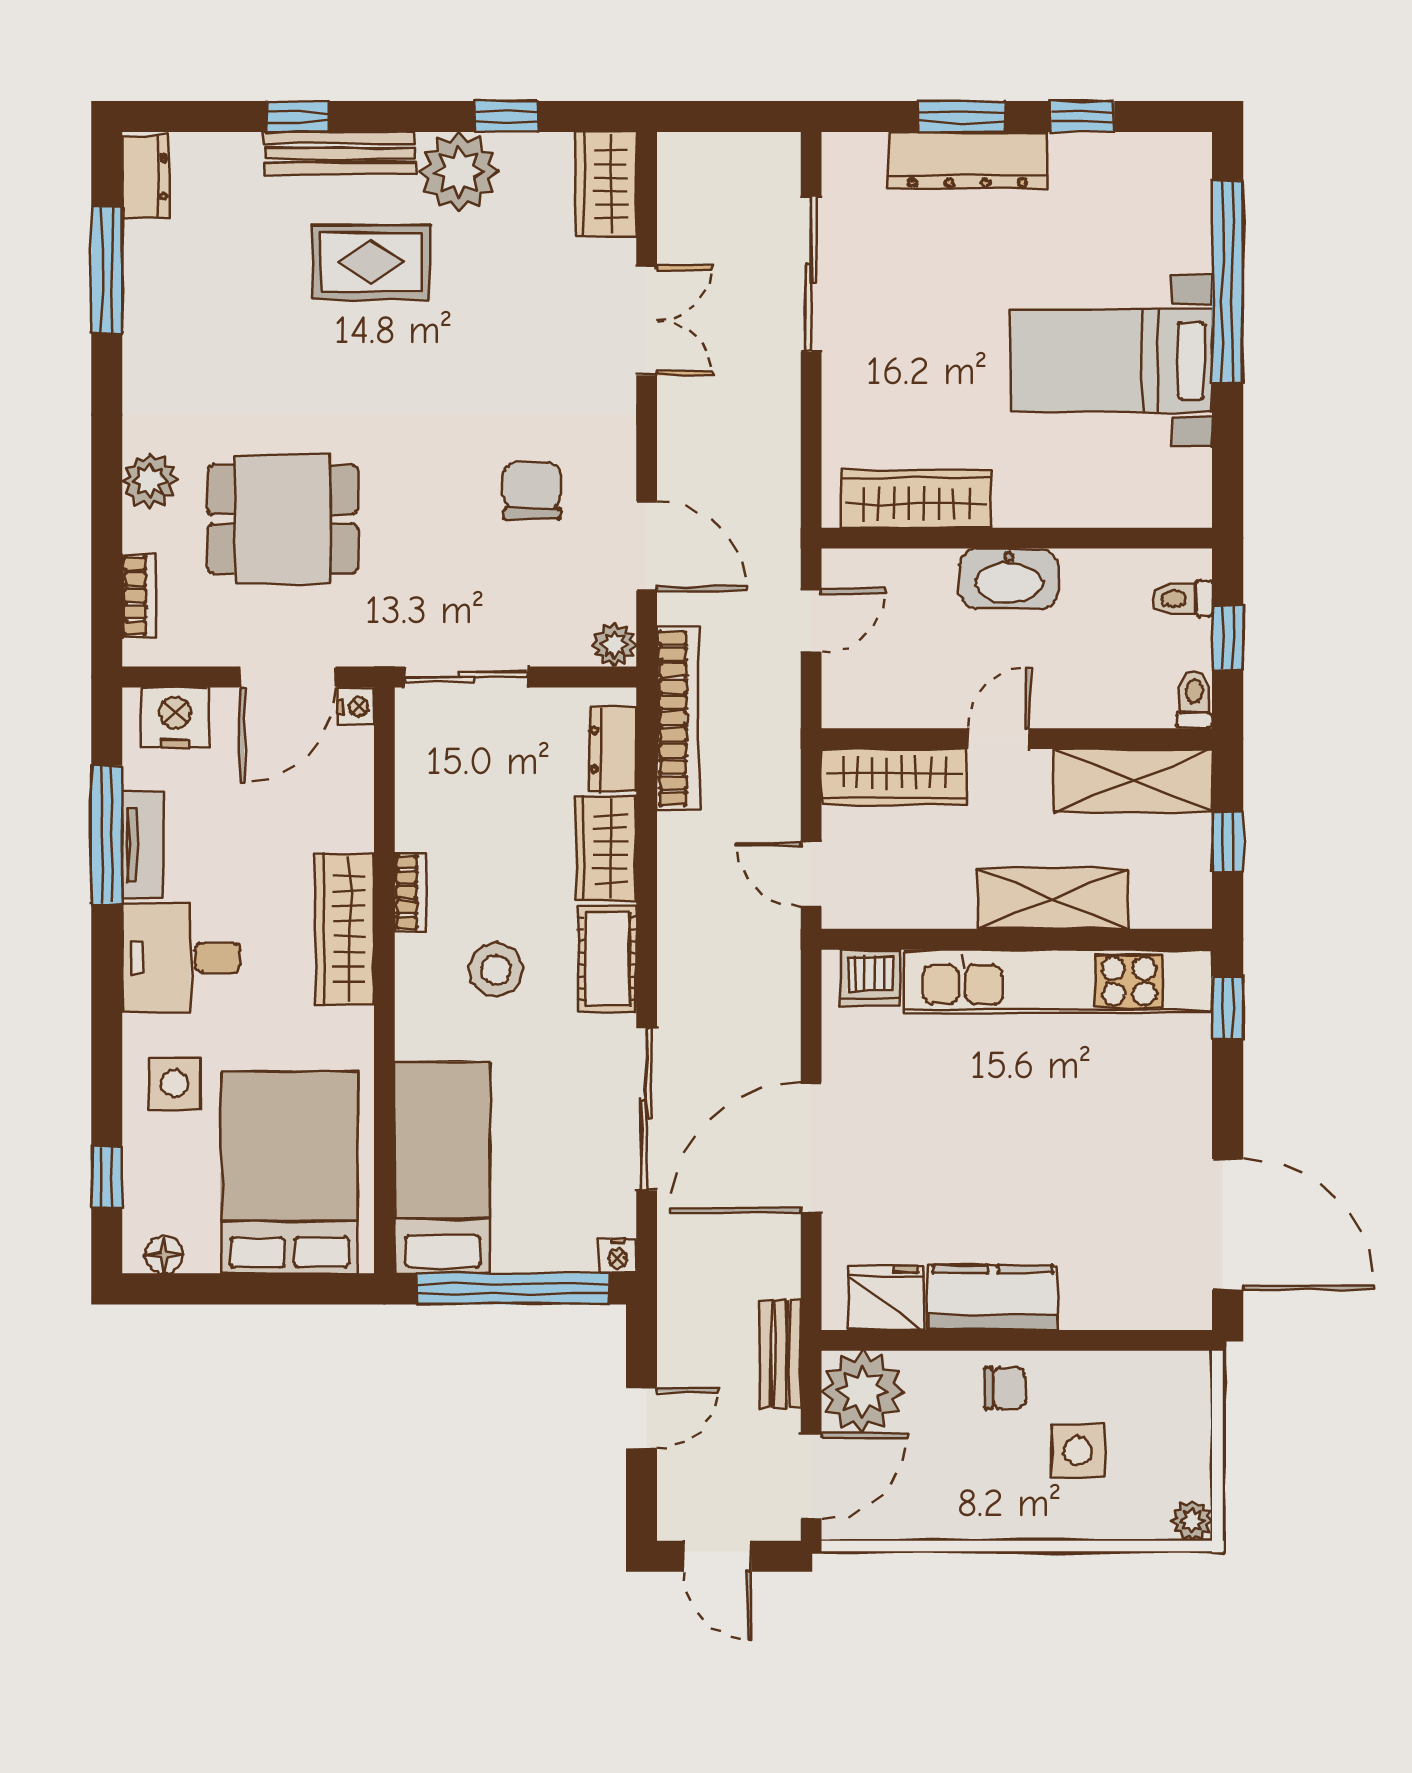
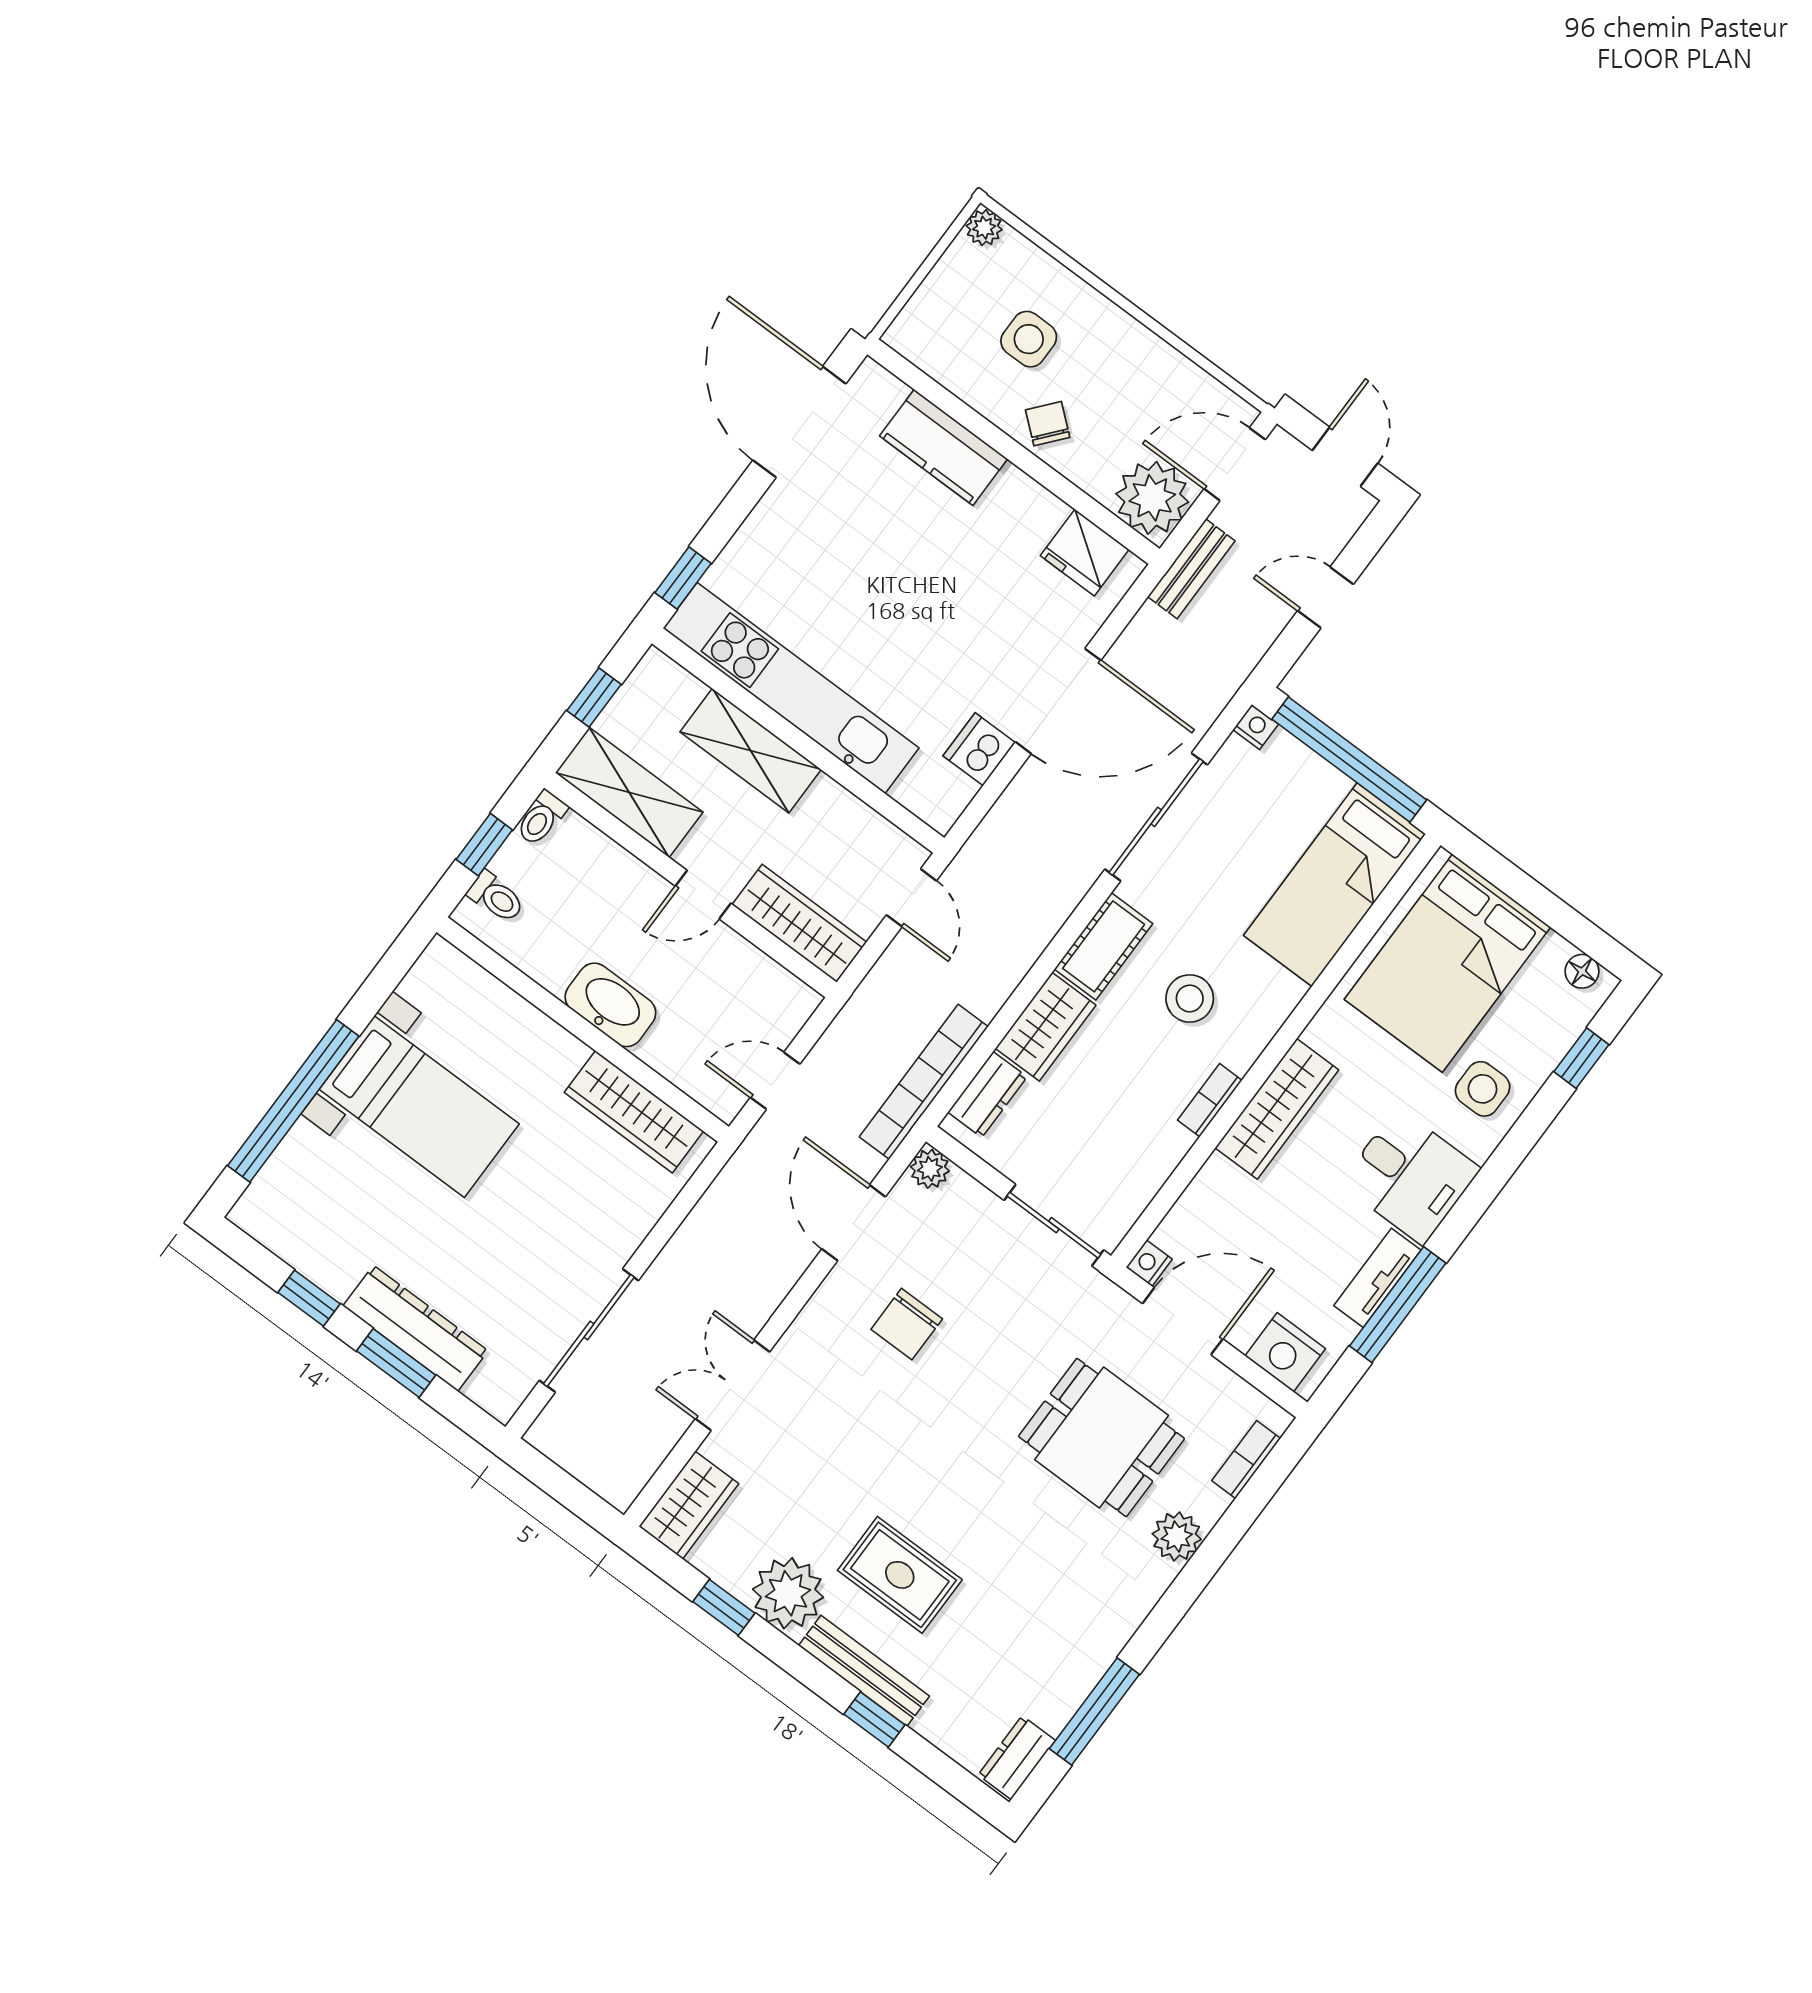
dishwasher: (870, 978) -> (979, 749), moved, turned -90
kitchen counter: (993, 1298) -> (944, 447), moved
chair: (1005, 1388) -> (1048, 424), turned 40

